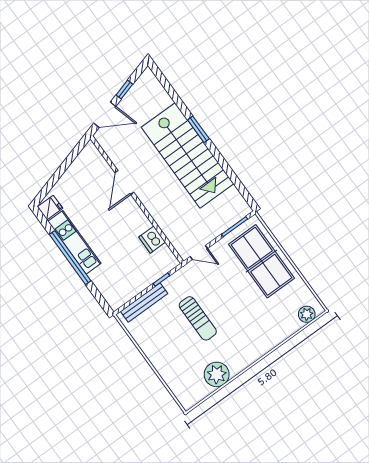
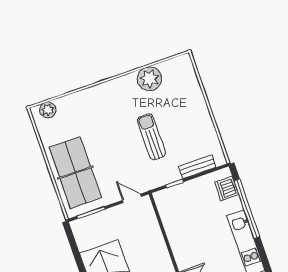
dishwasher: (152, 240) -> (227, 188), moved, turned 180
window: (70, 258) -> (247, 209), moved
bench: (144, 302) -> (197, 167), width x0.73

